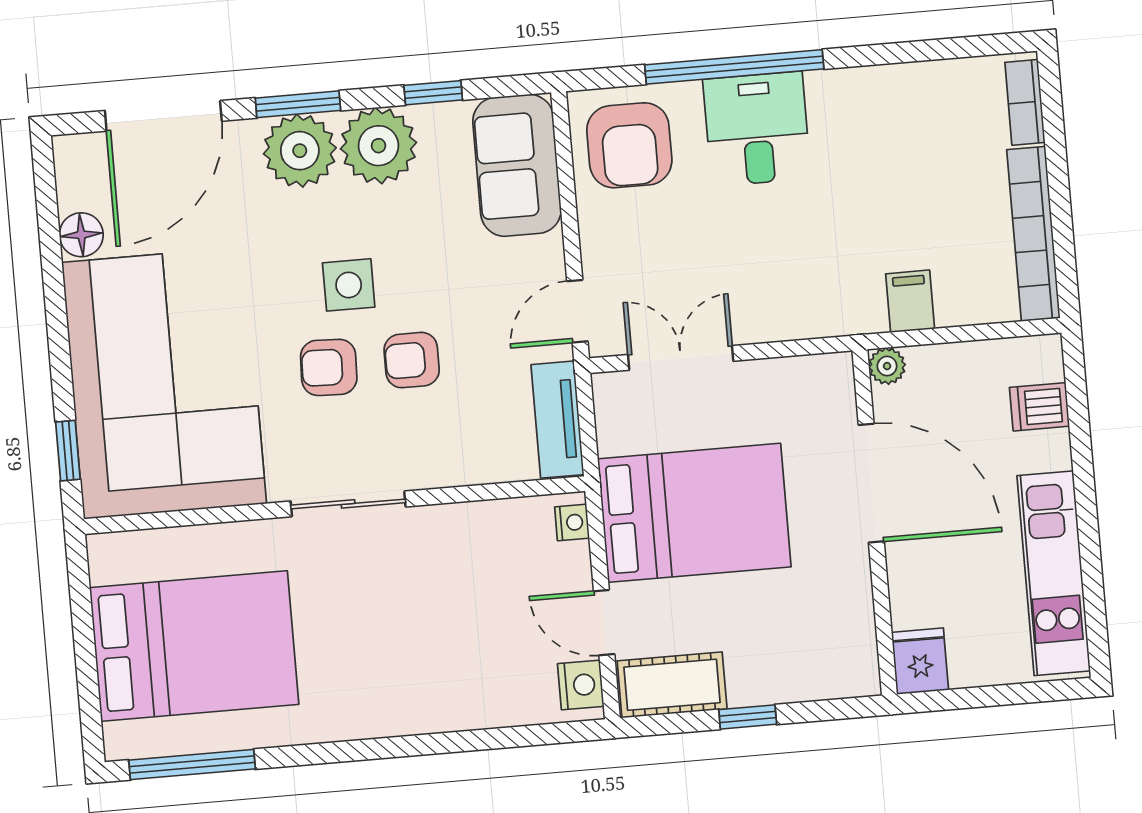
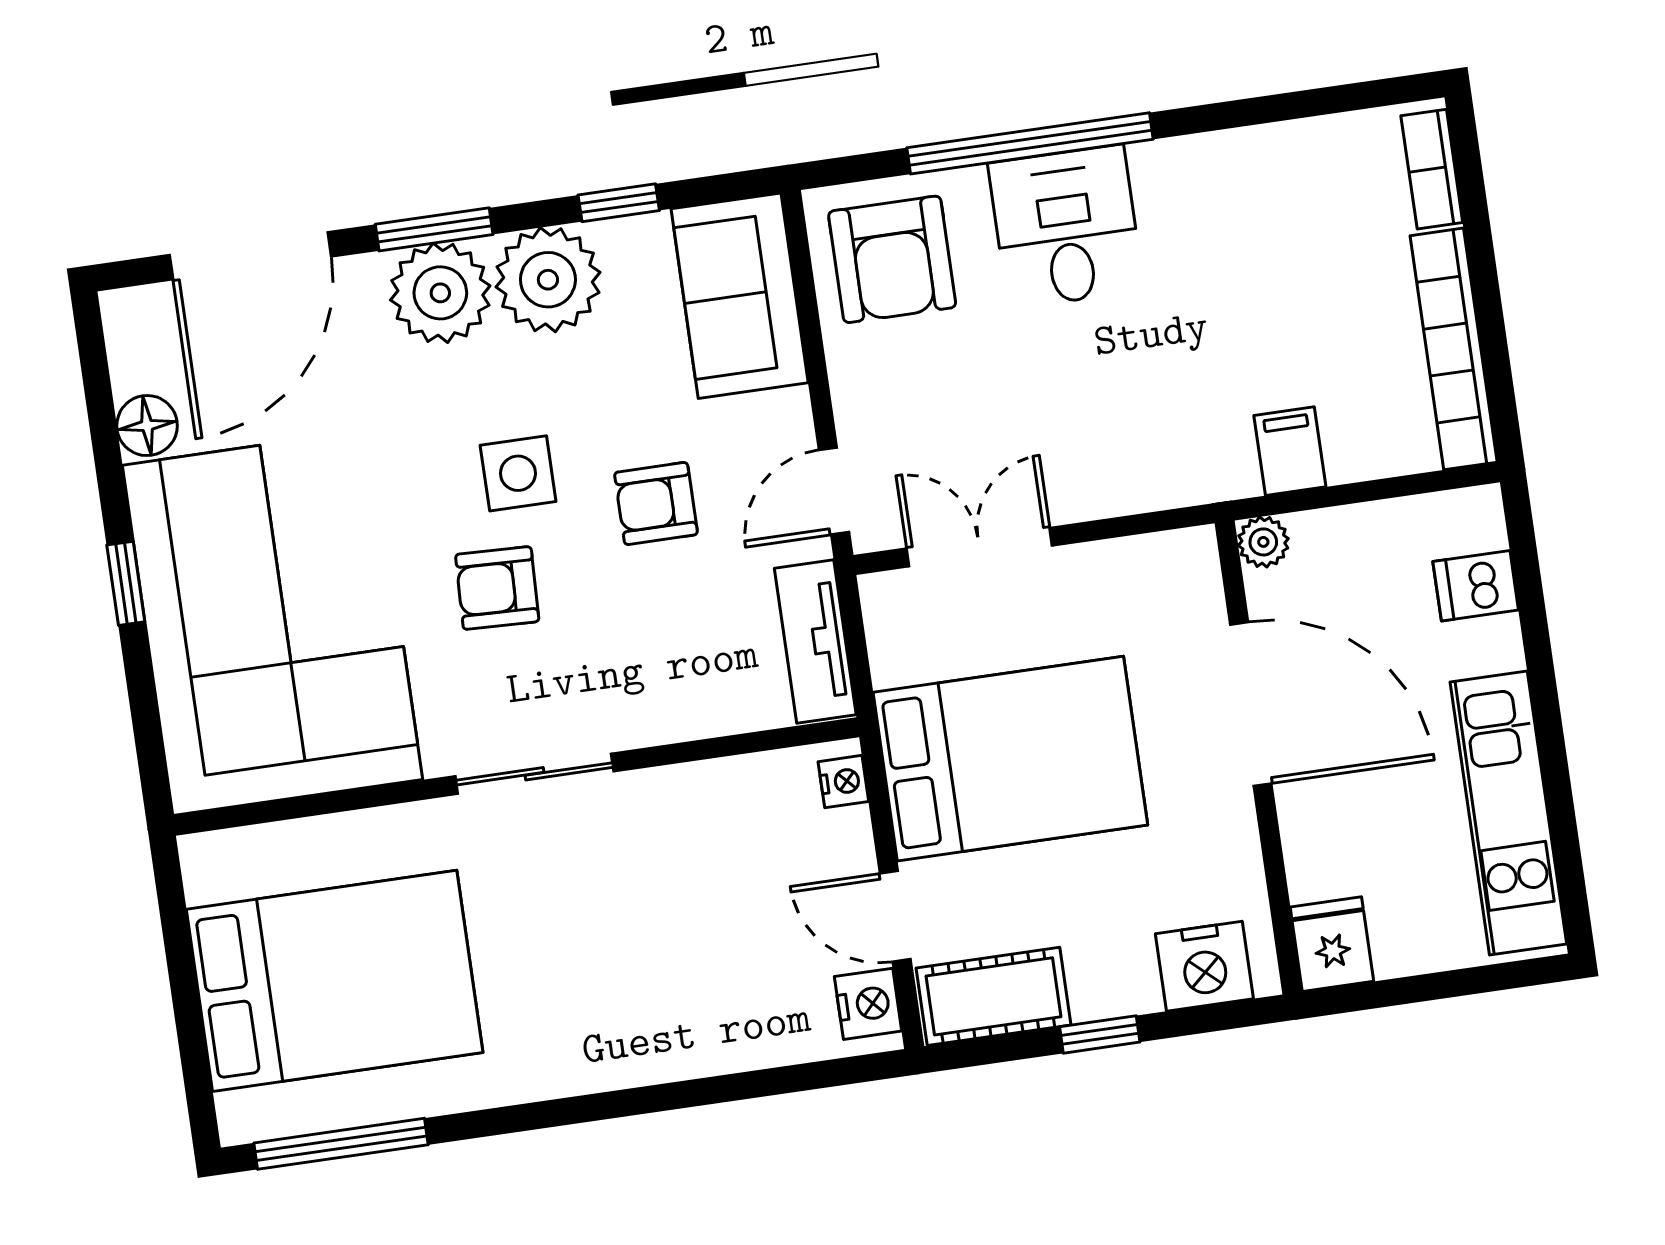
armchair: (412, 360) -> (656, 503), moved
window: (68, 451) -> (126, 583), moved
nightstand: (827, 672) -> (1204, 966), added

